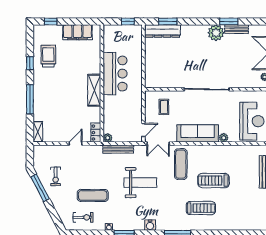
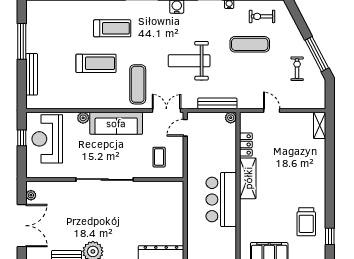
window: (30, 63) -> (330, 236), moved
window: (30, 99) -> (330, 167), removed
locker: (96, 133) -> (246, 144), moved
door: (75, 143) -> (272, 110), swing flipped
treadmill: (201, 208) -> (112, 28), turned 180

